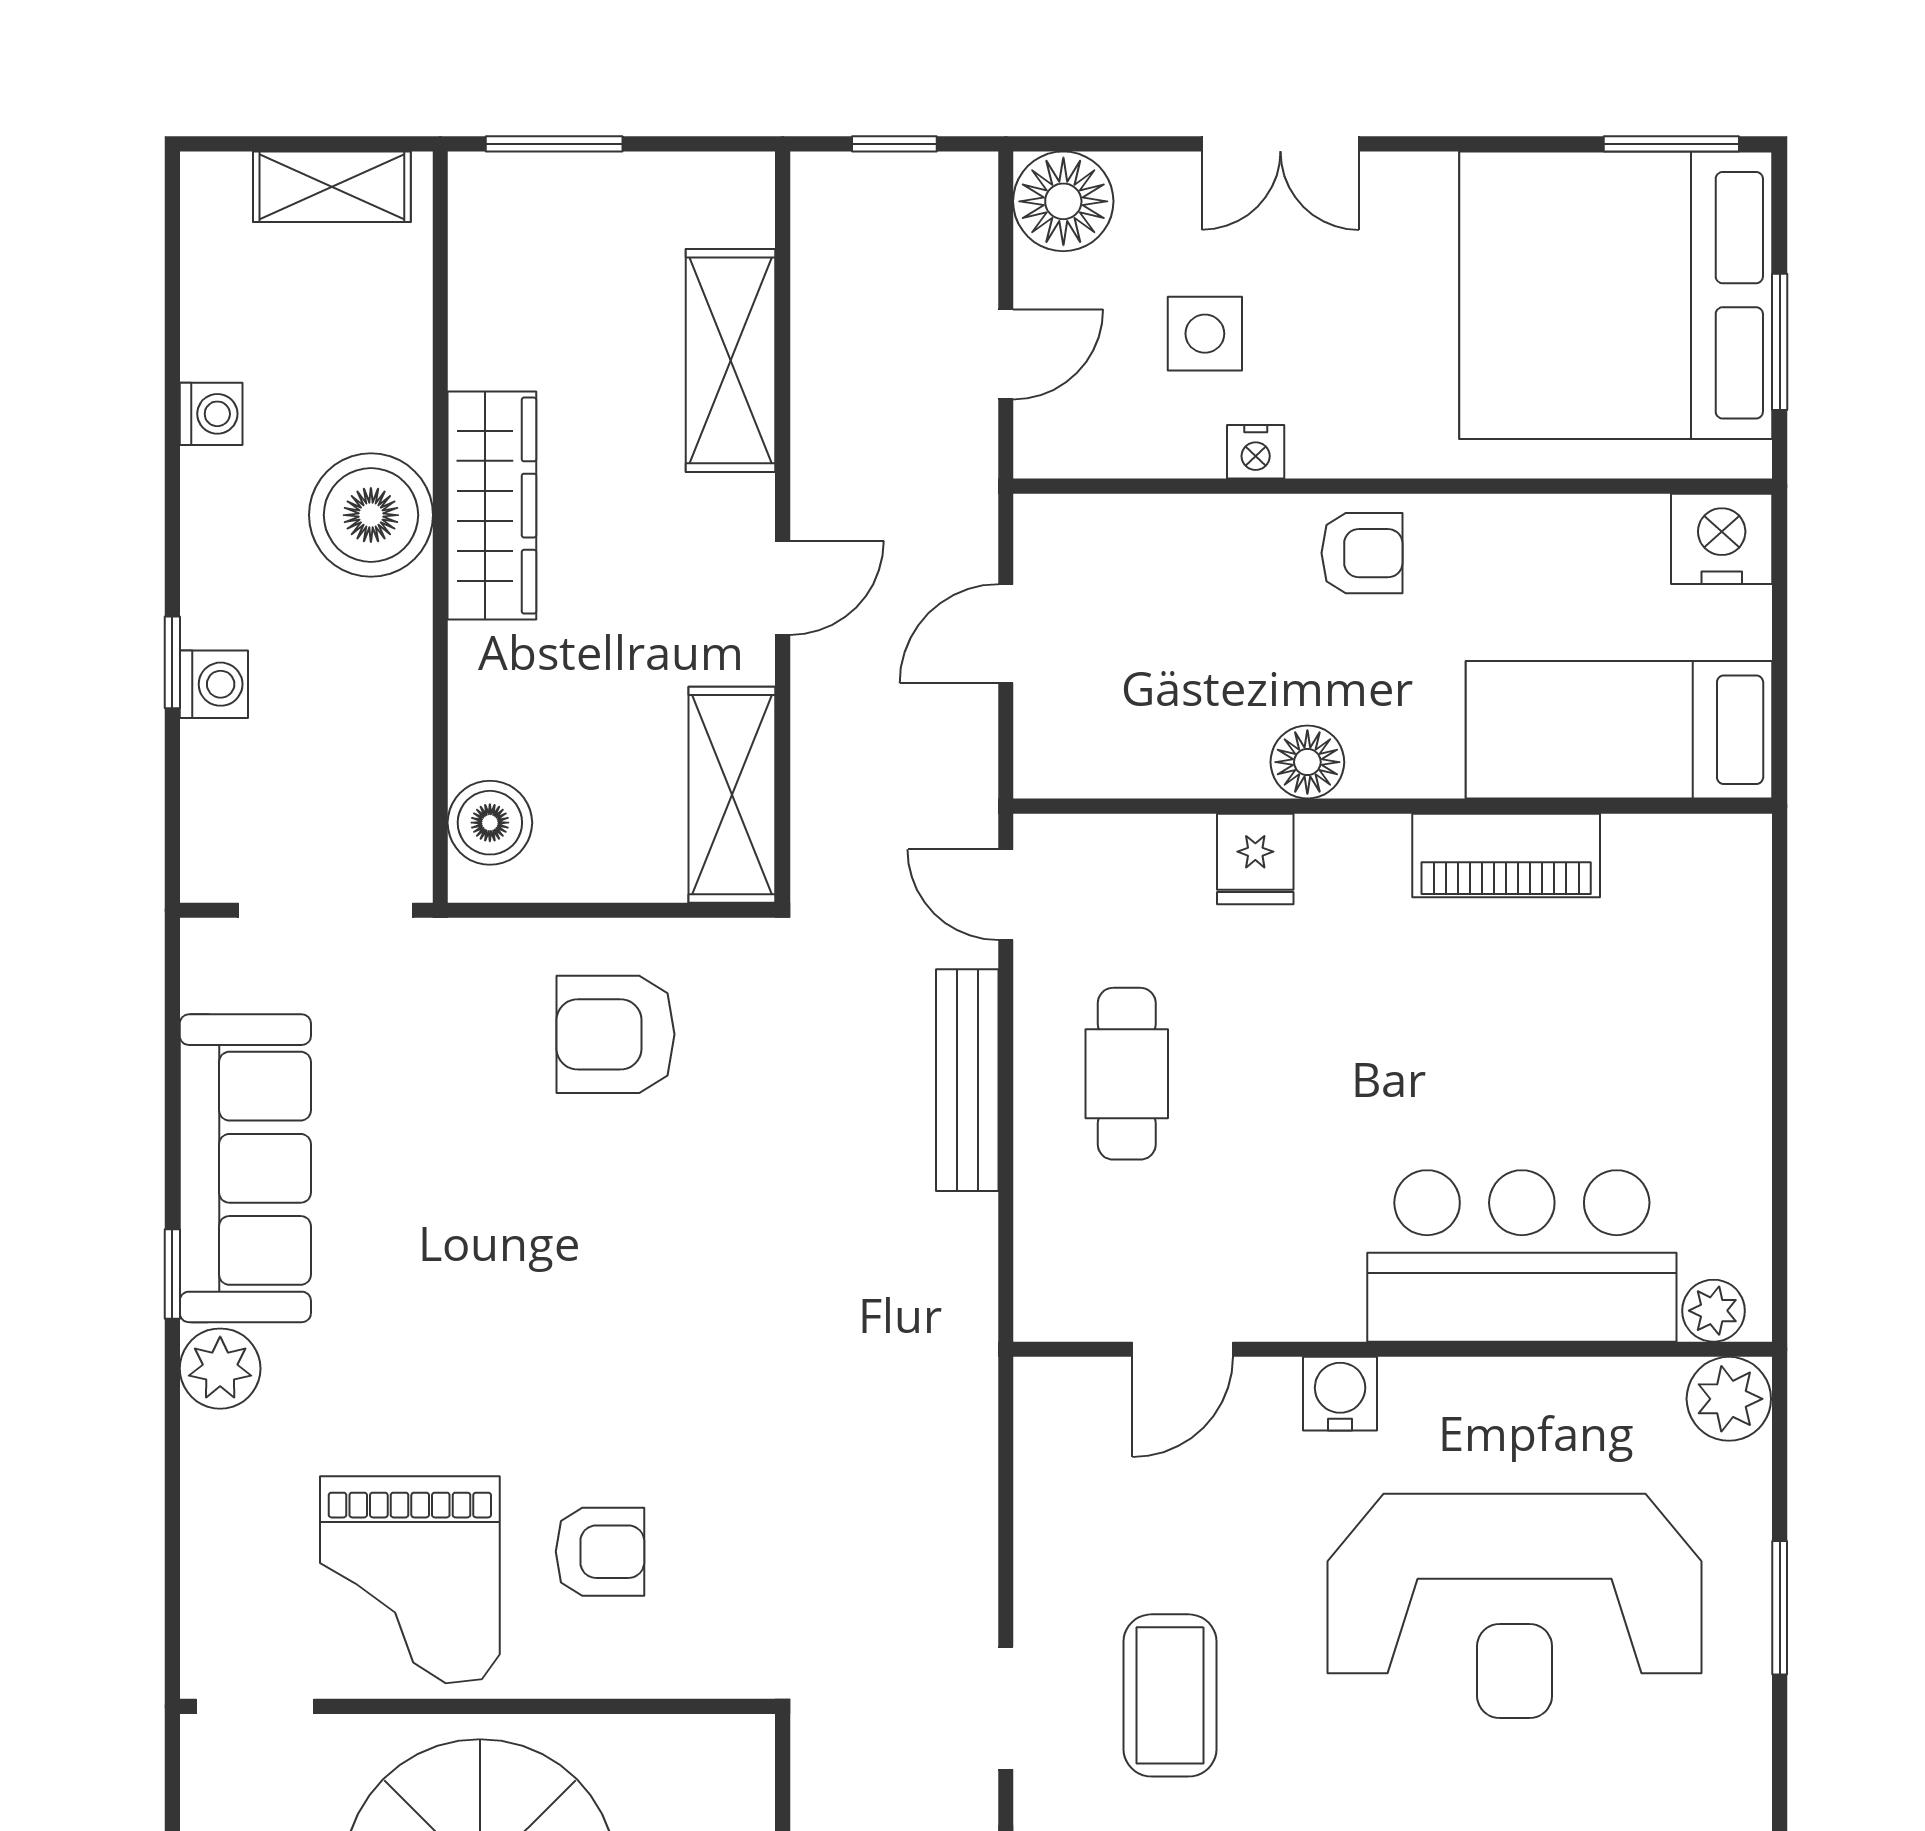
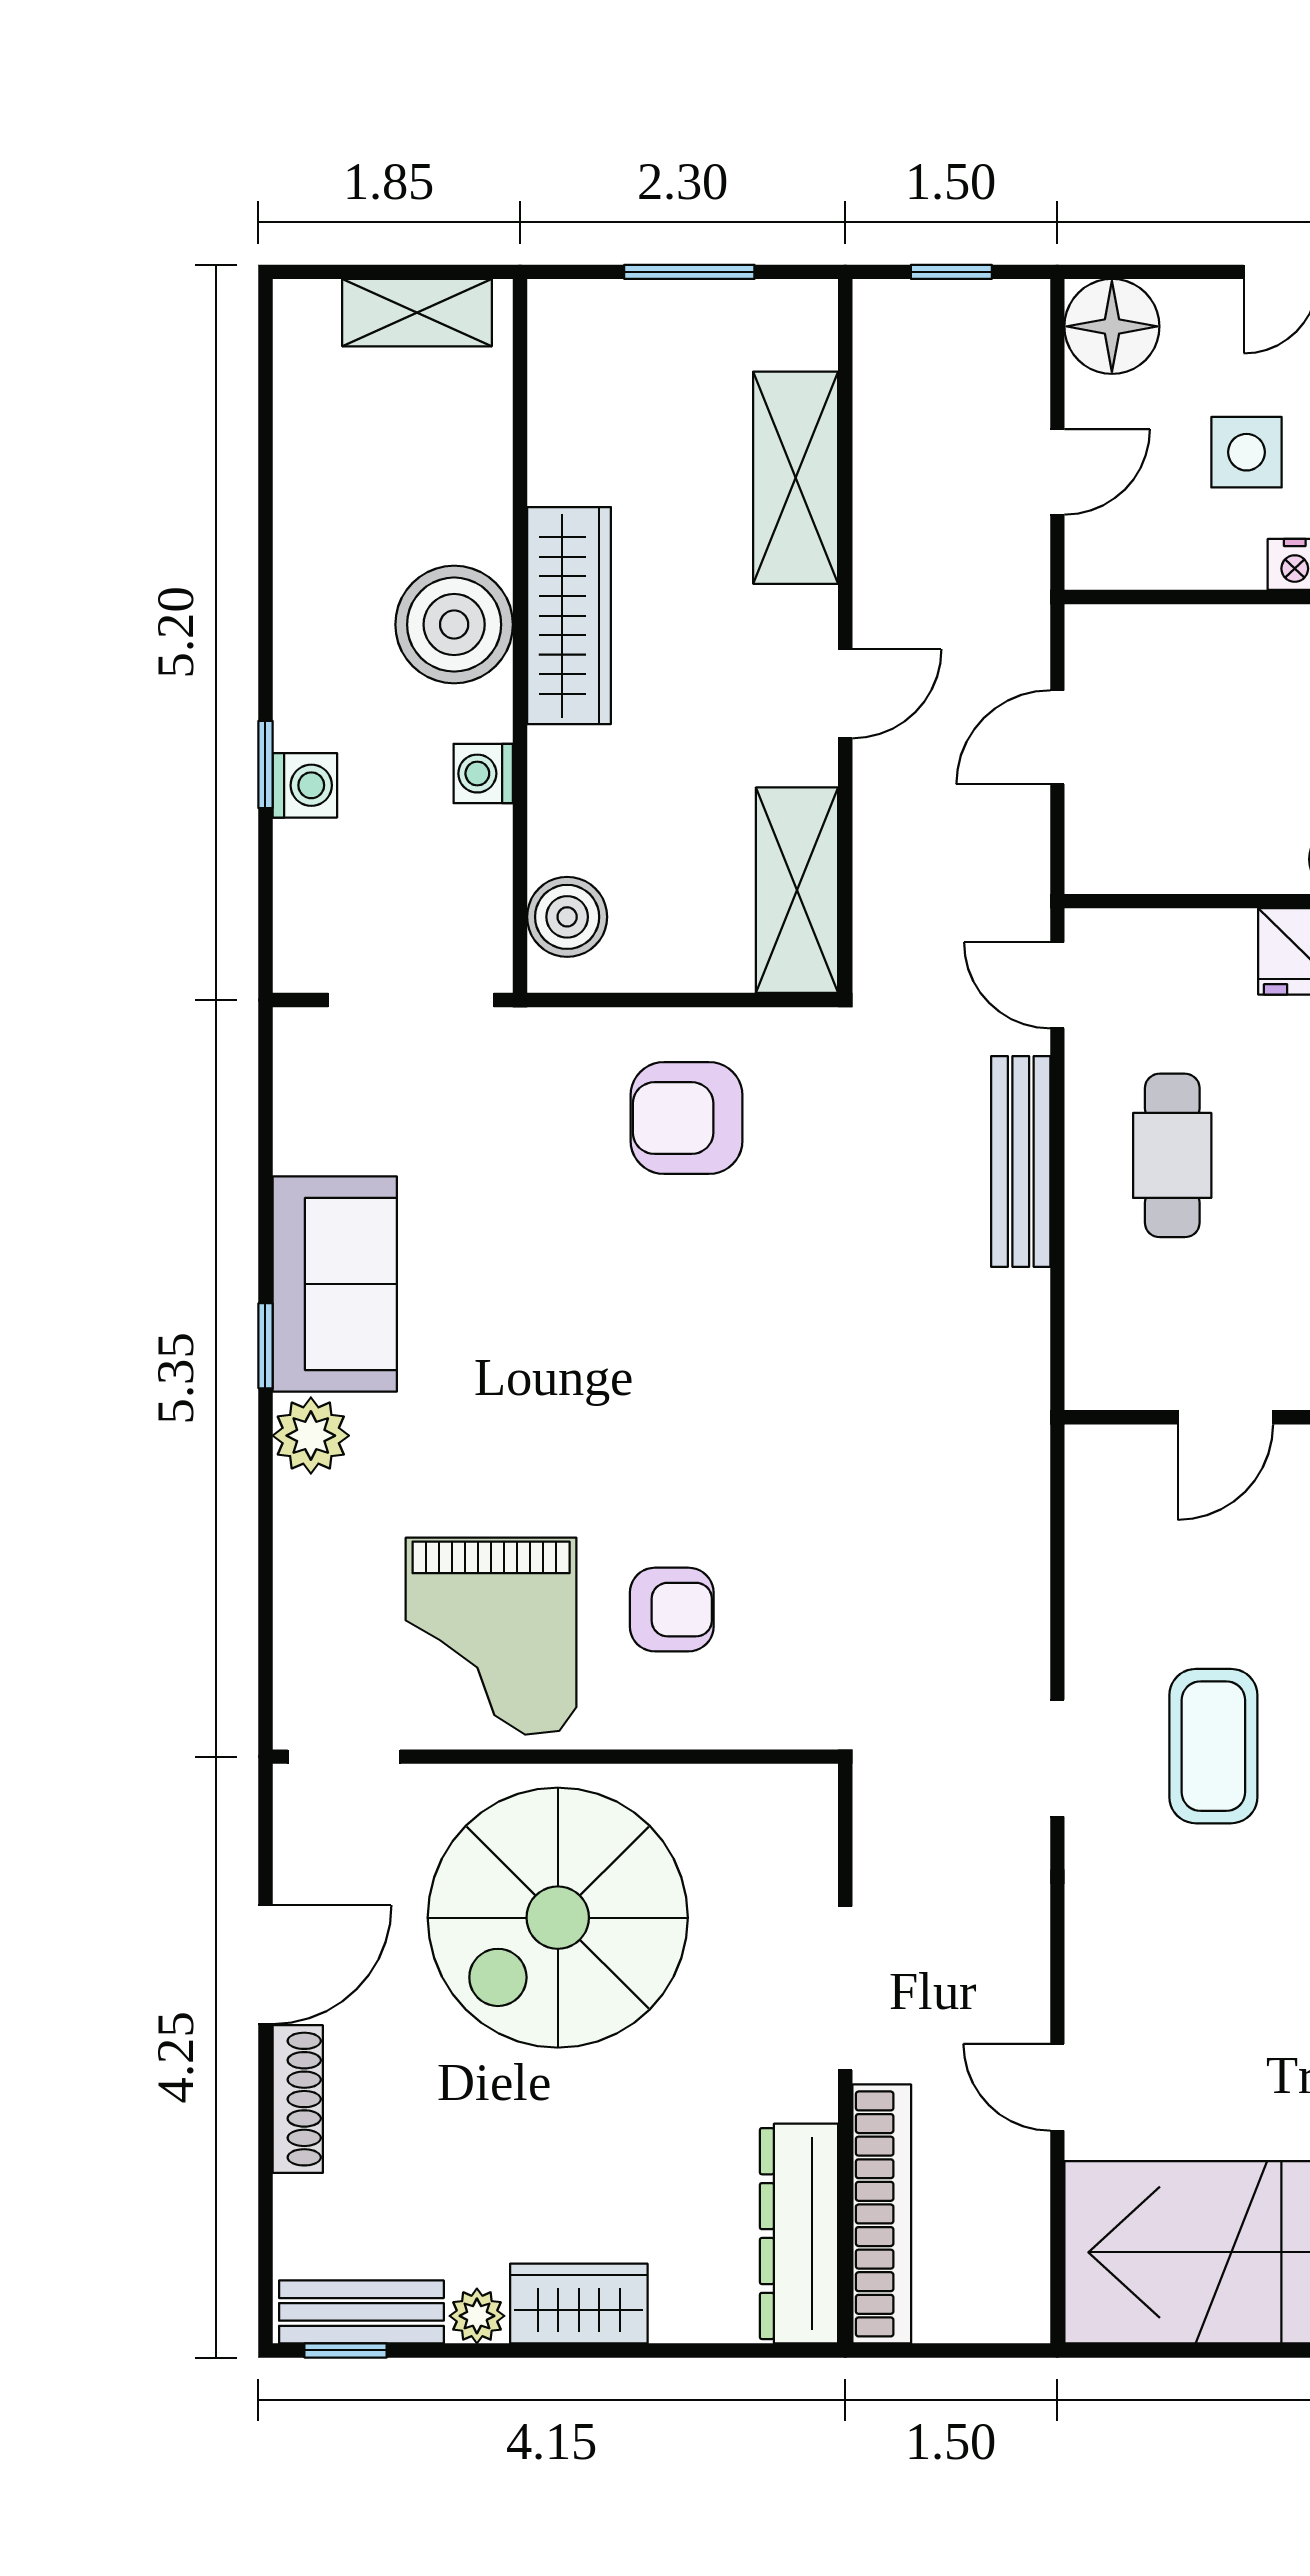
window: (554, 144) -> (689, 272), moved
washing machine: (211, 414) -> (483, 774), moved, turned 180
sofa: (245, 1168) -> (335, 1284), width x0.73

